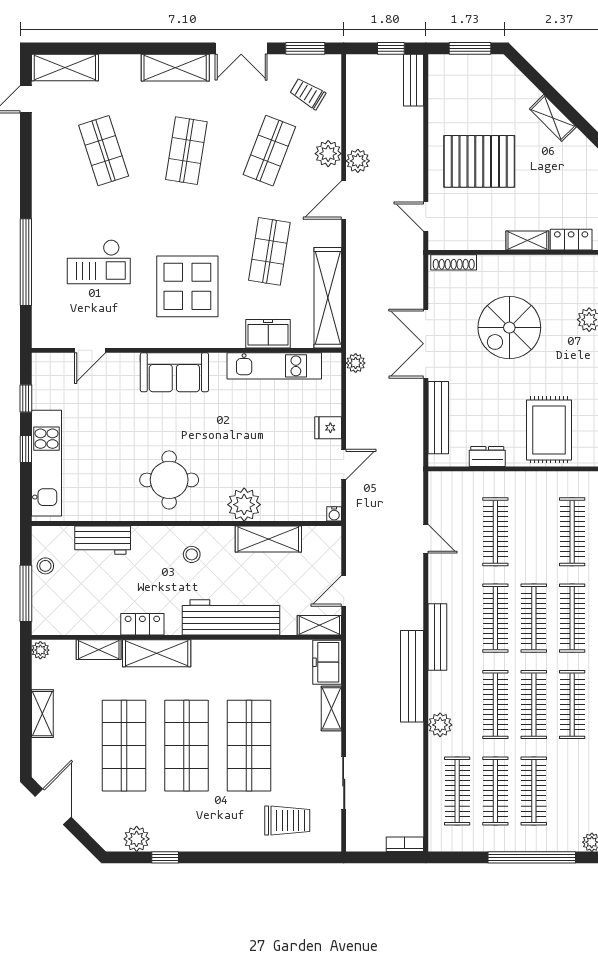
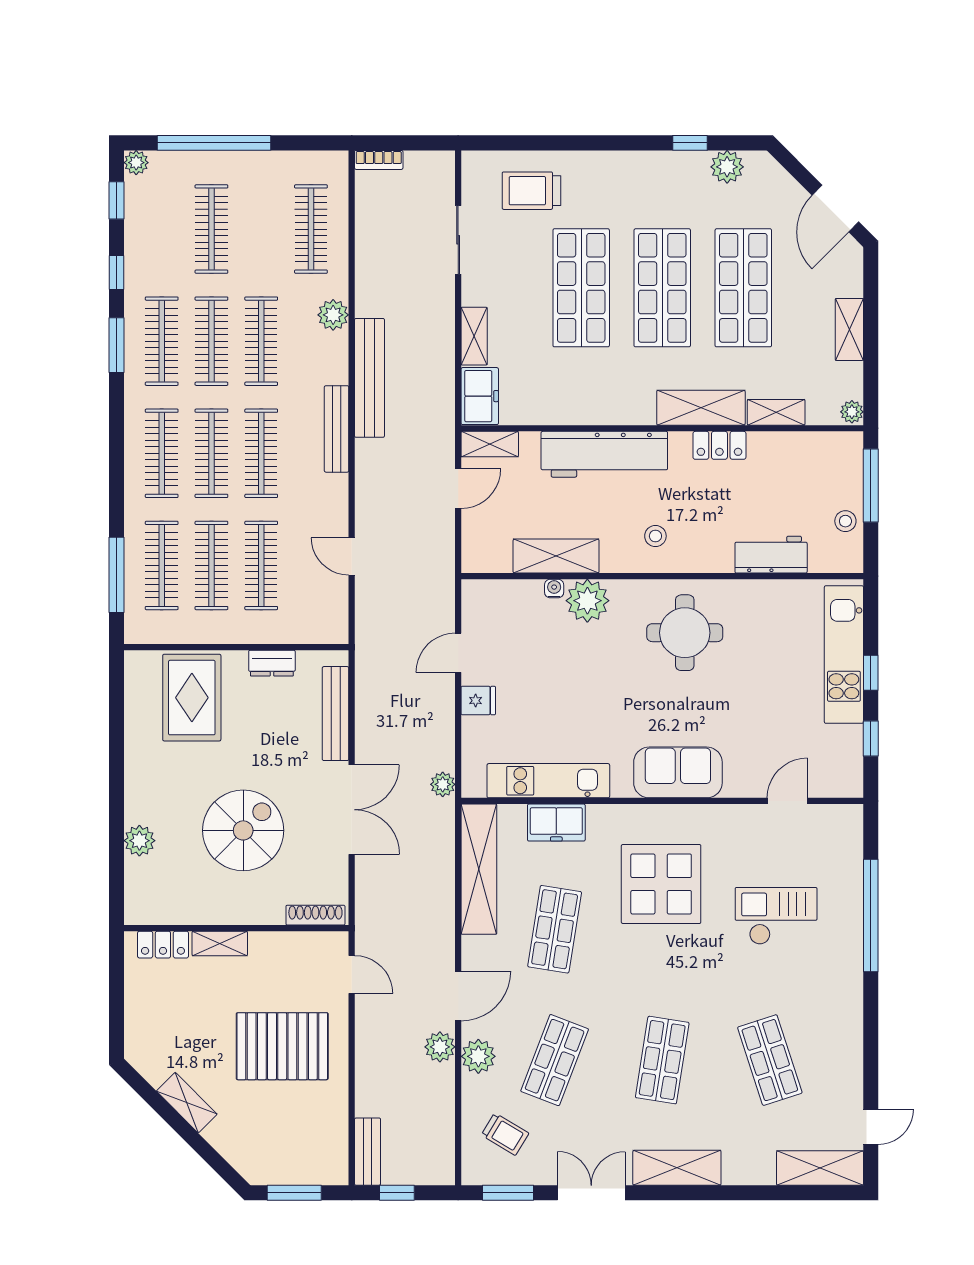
water cooler: (334, 514) -> (554, 589), moved
clothes rail: (495, 791) -> (211, 565), moved

